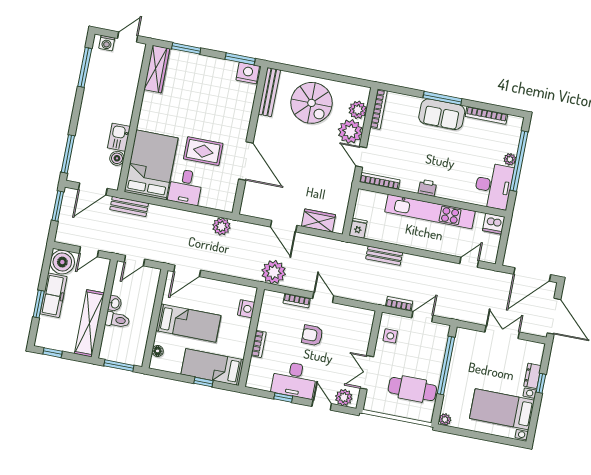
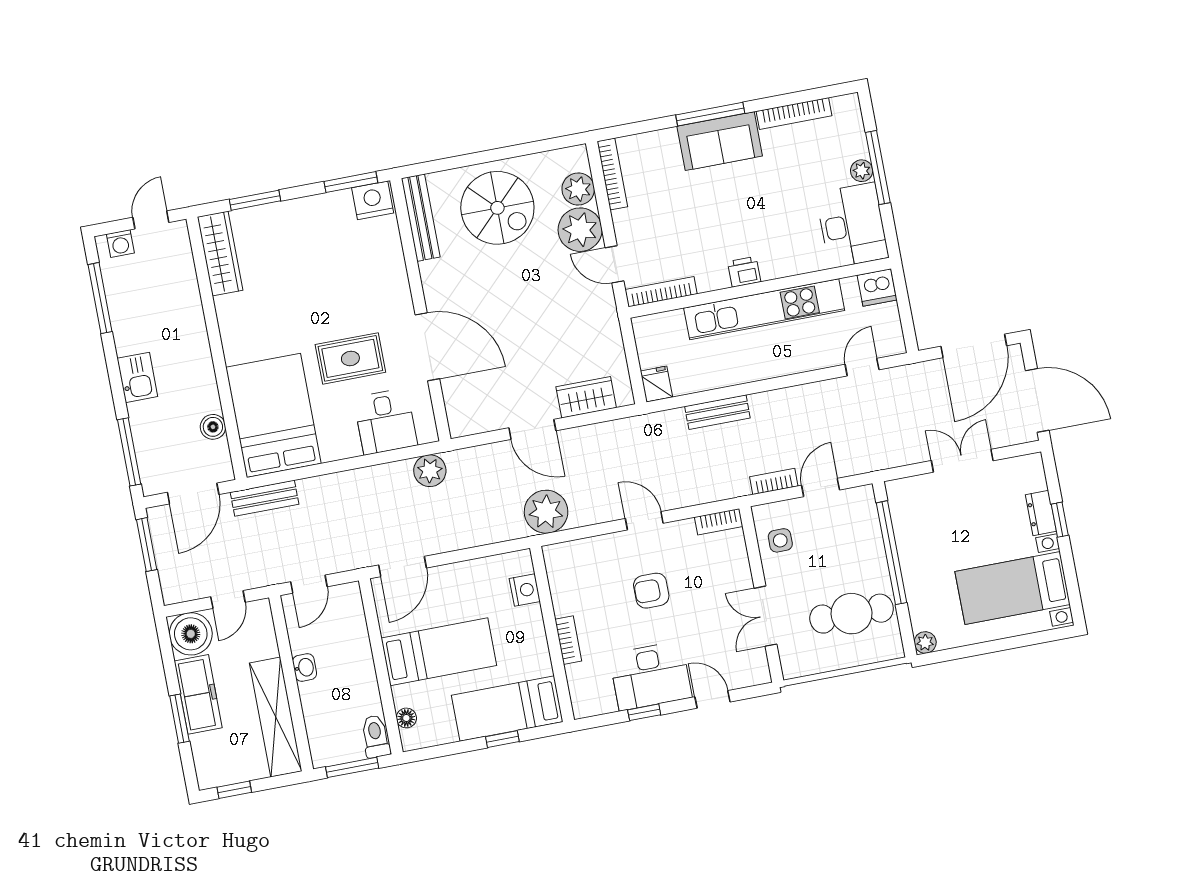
kitchen sink: (119, 137) -> (137, 377), moved, turned 180
window: (519, 161) -> (878, 167), width x0.68
desk: (186, 187) -> (385, 421), moved
bookcase: (297, 301) -> (719, 522), moved
toilet: (117, 320) -> (376, 736), moved, turned -90
plant: (344, 397) -> (744, 672), removed

